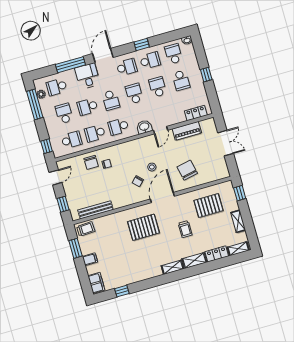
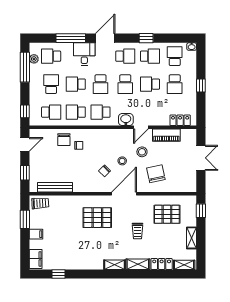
school desk: (158, 87) -> (150, 84), turned -90
school desk: (134, 94) -> (125, 84), turned 180
stool: (168, 153) -> (142, 152), added

